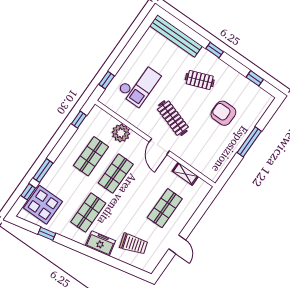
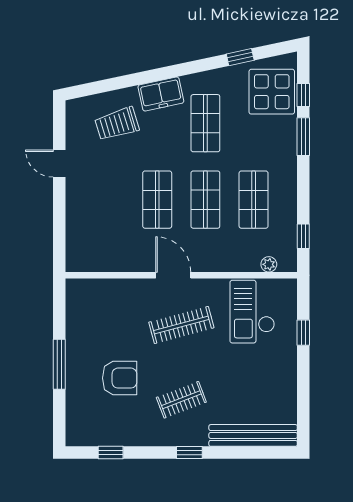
window: (107, 80) -> (303, 333), moved
checkout: (139, 84) -> (252, 312), moved
clothes rail: (173, 118) -> (181, 325), turned -33
plant: (121, 133) -> (269, 264), moved, width x0.53, depth x0.53
shelving: (185, 174) -> (114, 263), removed
shop shelf: (165, 208) -> (157, 200), moved

